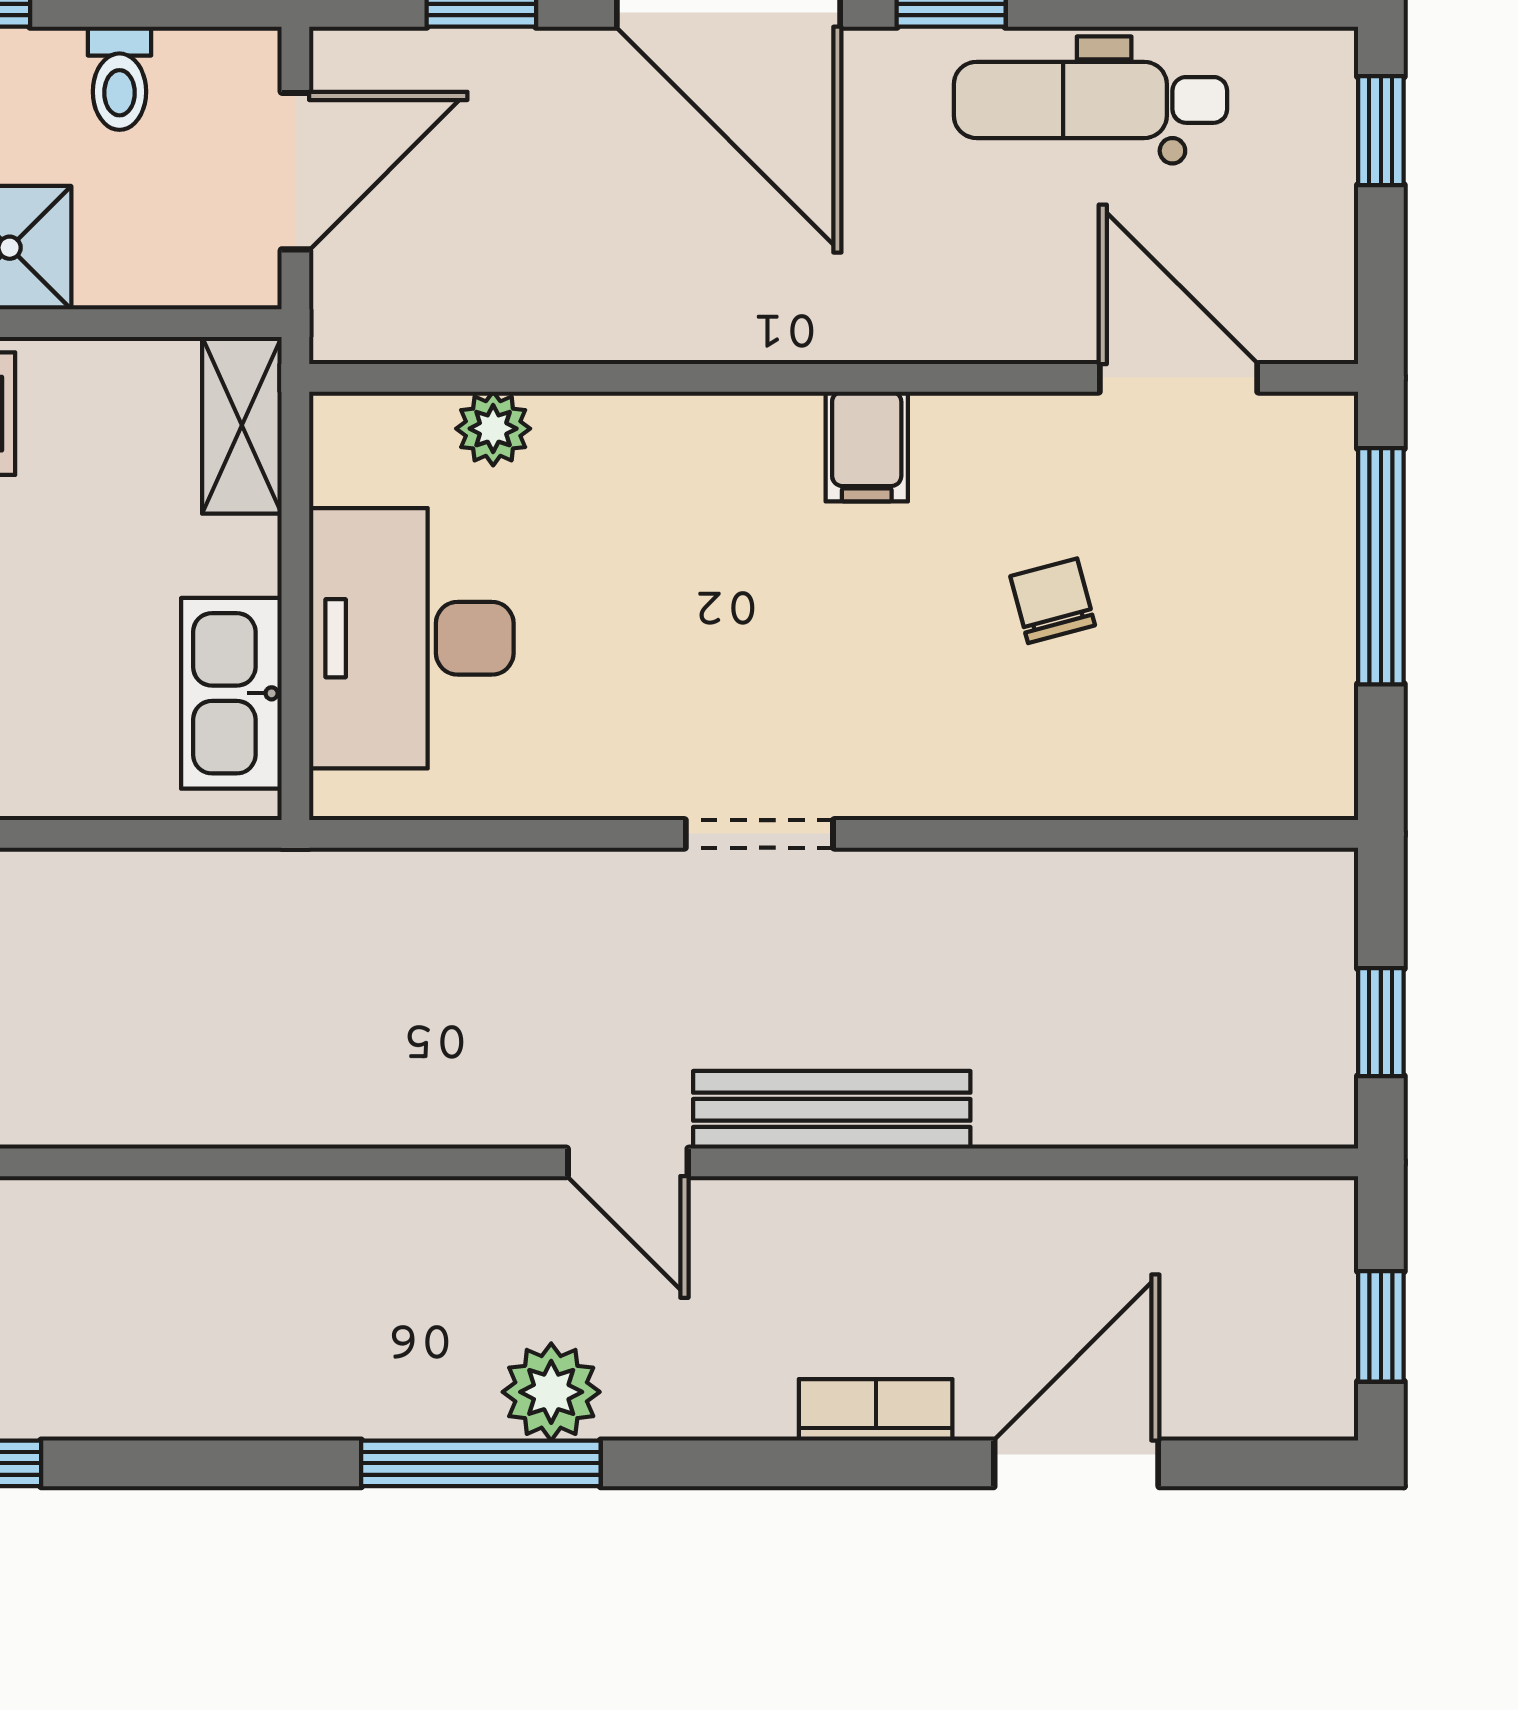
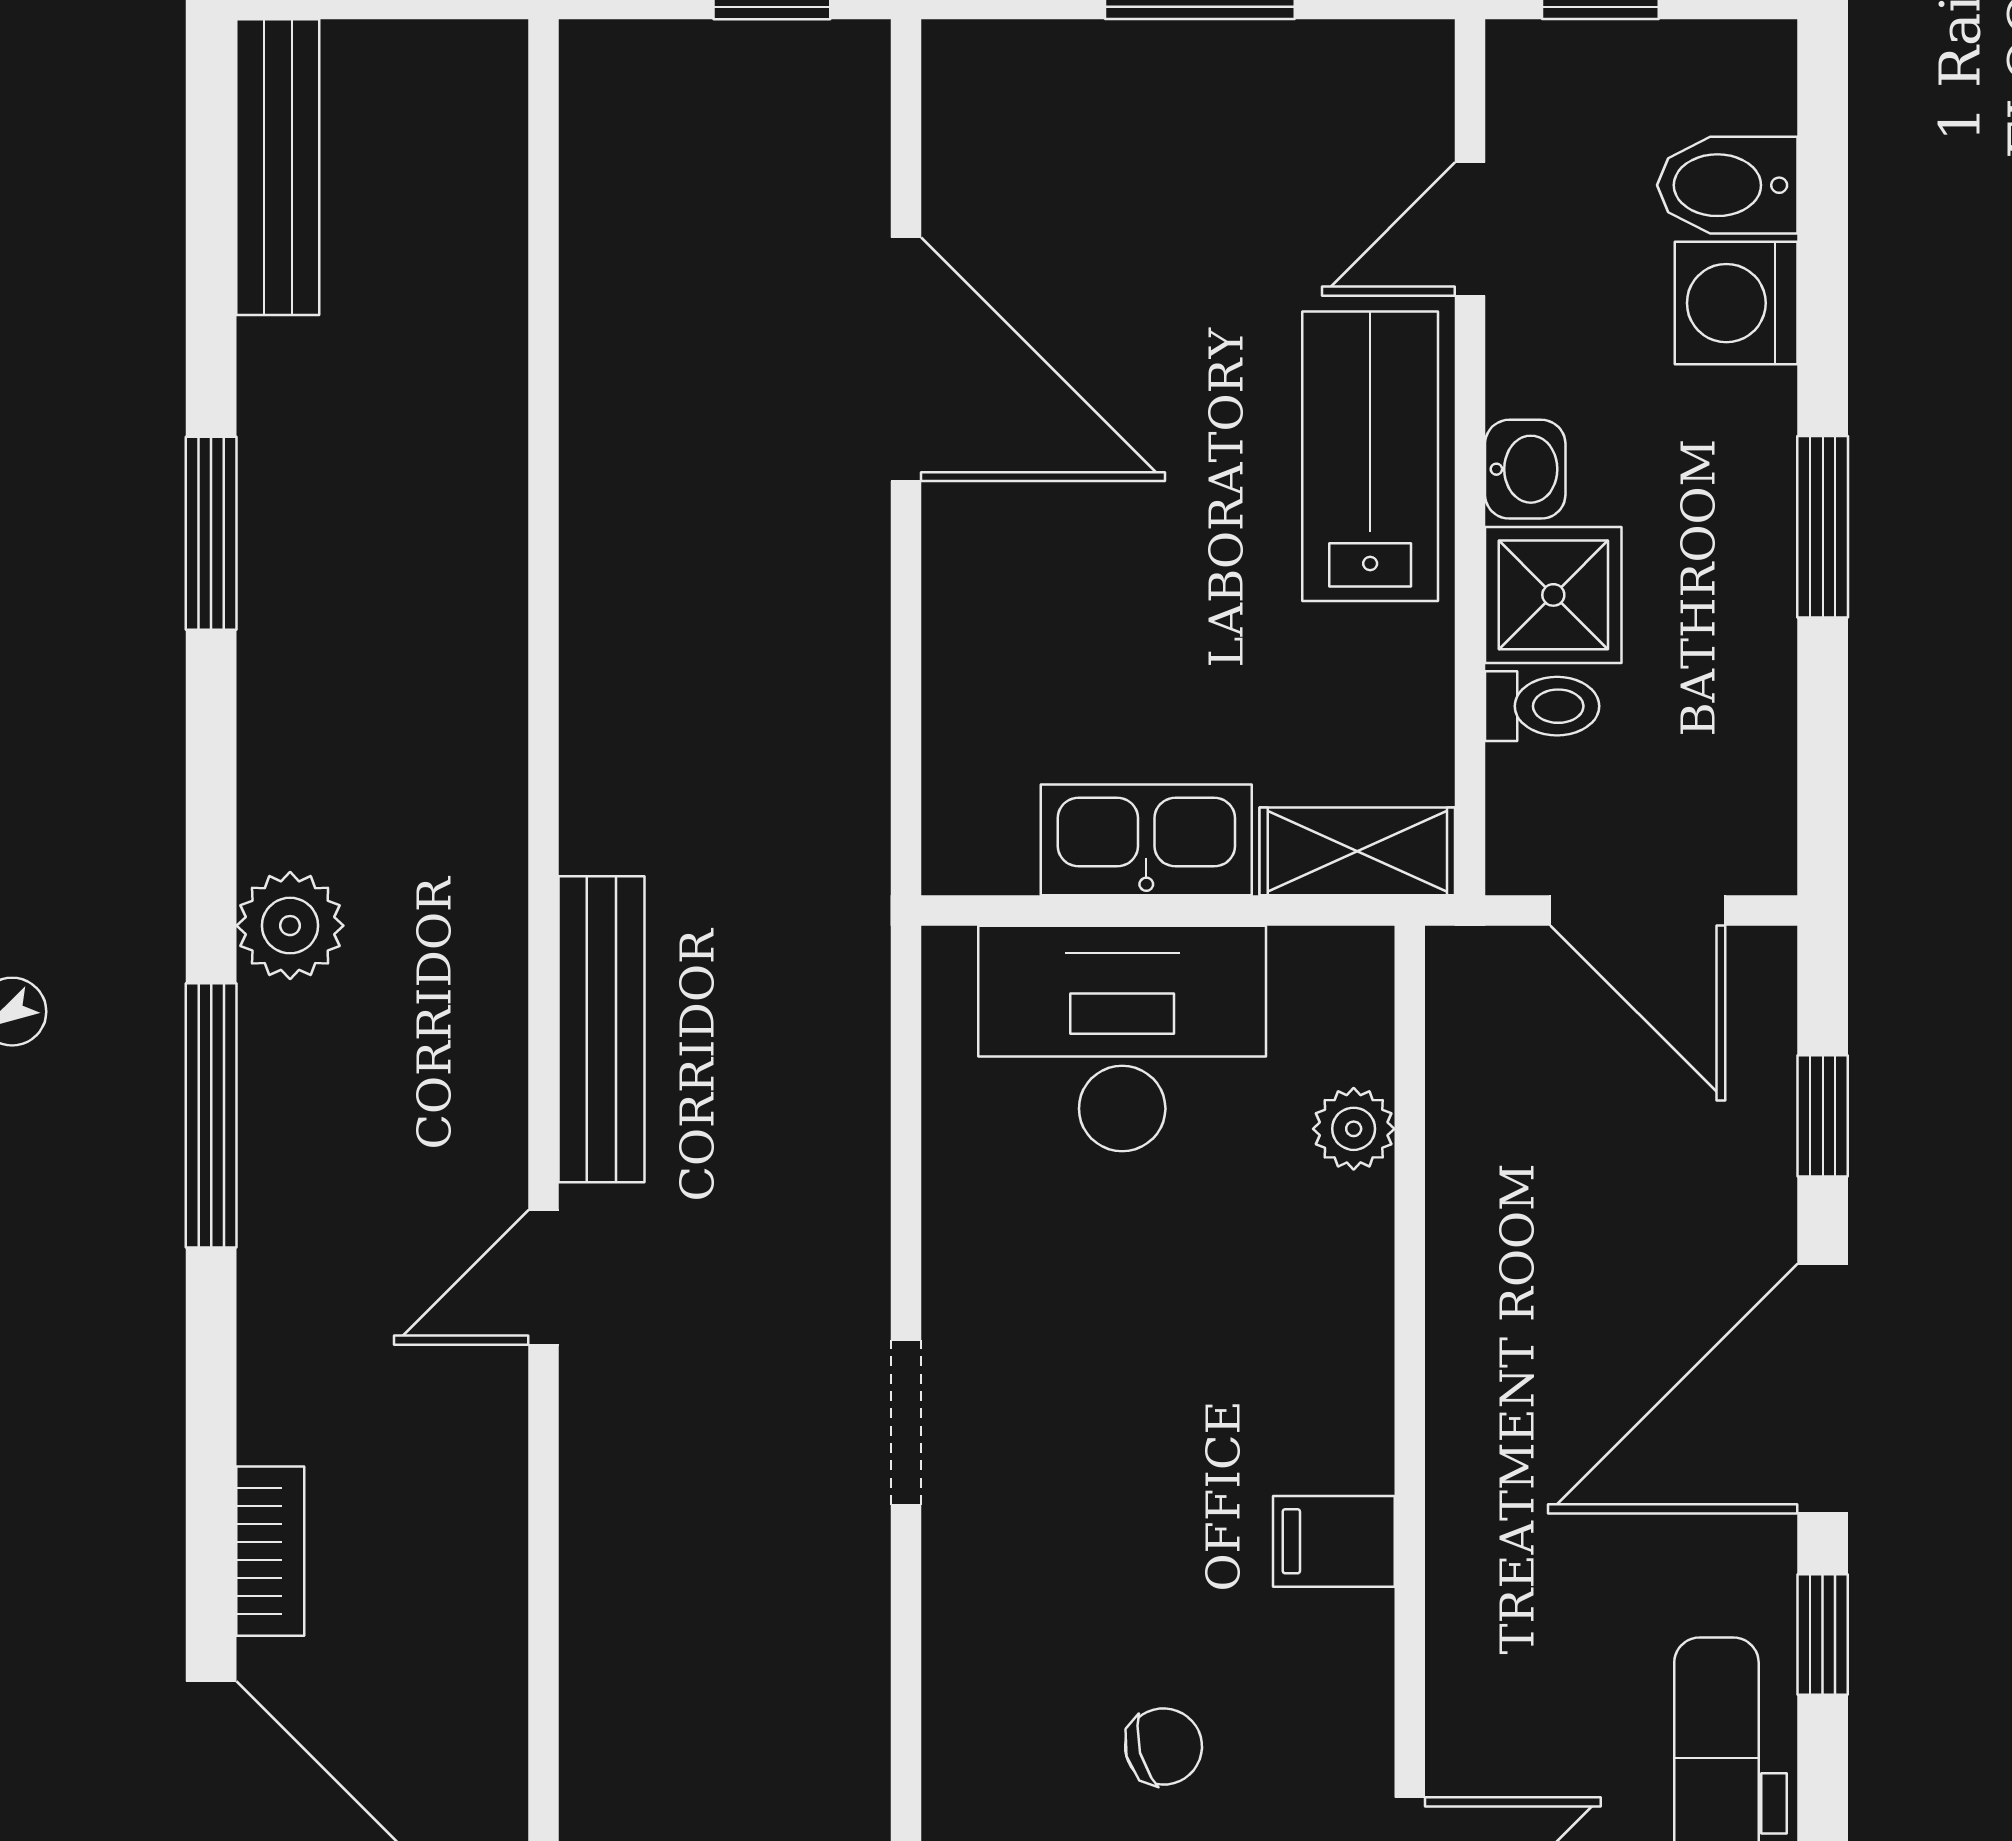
toilet: (119, 78) -> (1542, 706), moved, turned 180
kitchen sink: (231, 693) -> (1146, 840), moved
bench: (832, 1110) -> (602, 1029), moved
plant: (551, 1392) -> (290, 926), moved

